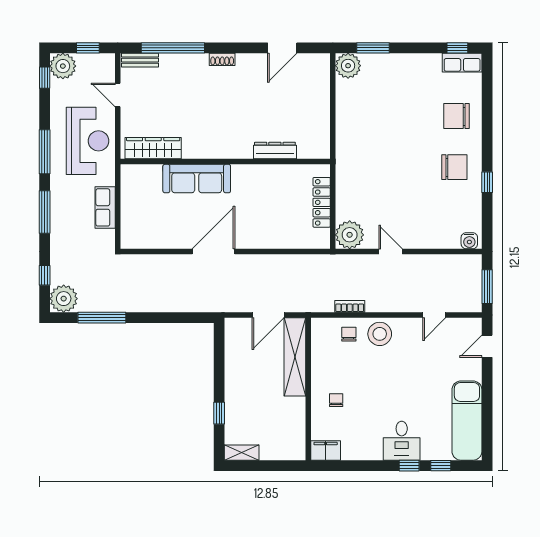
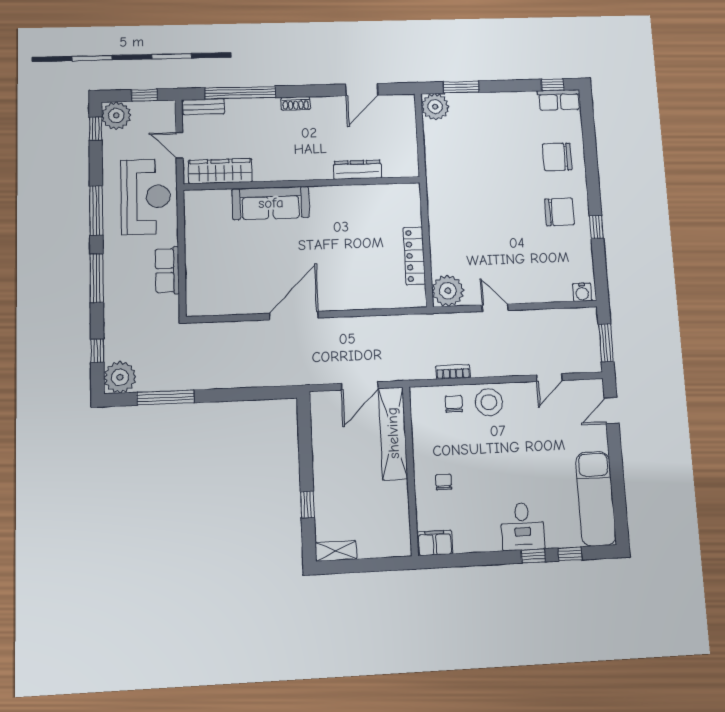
wardrobe: (153, 148) -> (220, 171), moved
dresser: (275, 151) -> (357, 170), moved
wall: (225, 162) -> (302, 183), moved
sofa: (197, 179) -> (271, 203), moved

